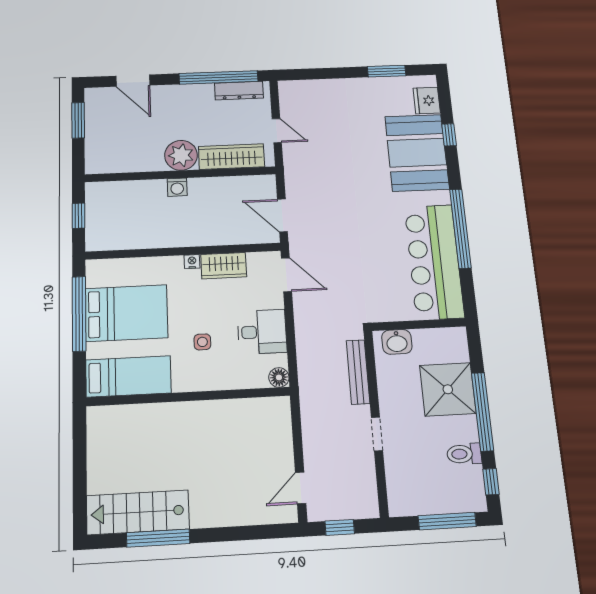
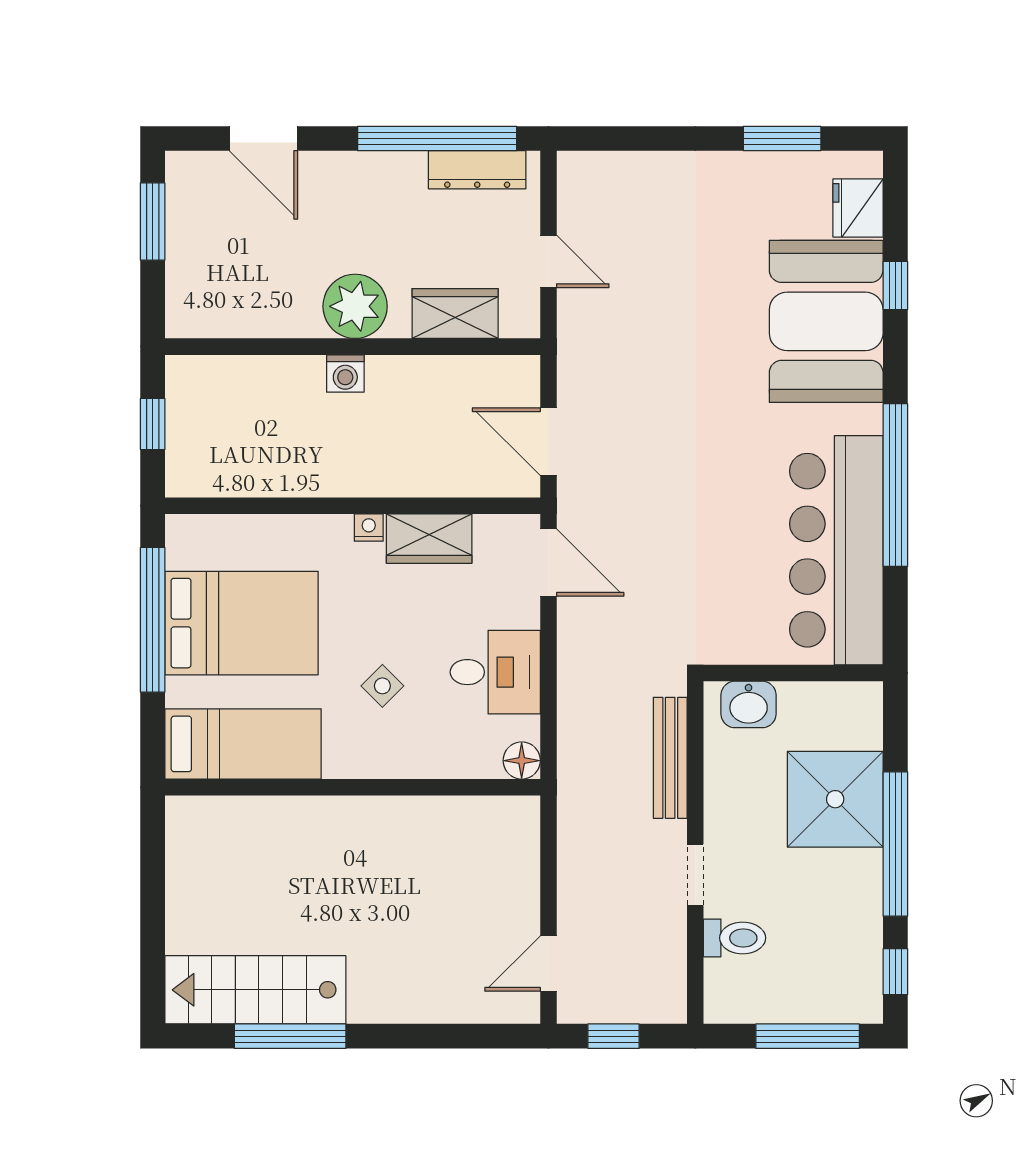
wardrobe: (232, 157) -> (455, 313), width x0.67
side table: (202, 342) -> (382, 686), turned 45
toilet: (464, 454) -> (735, 938), moved, turned 180

